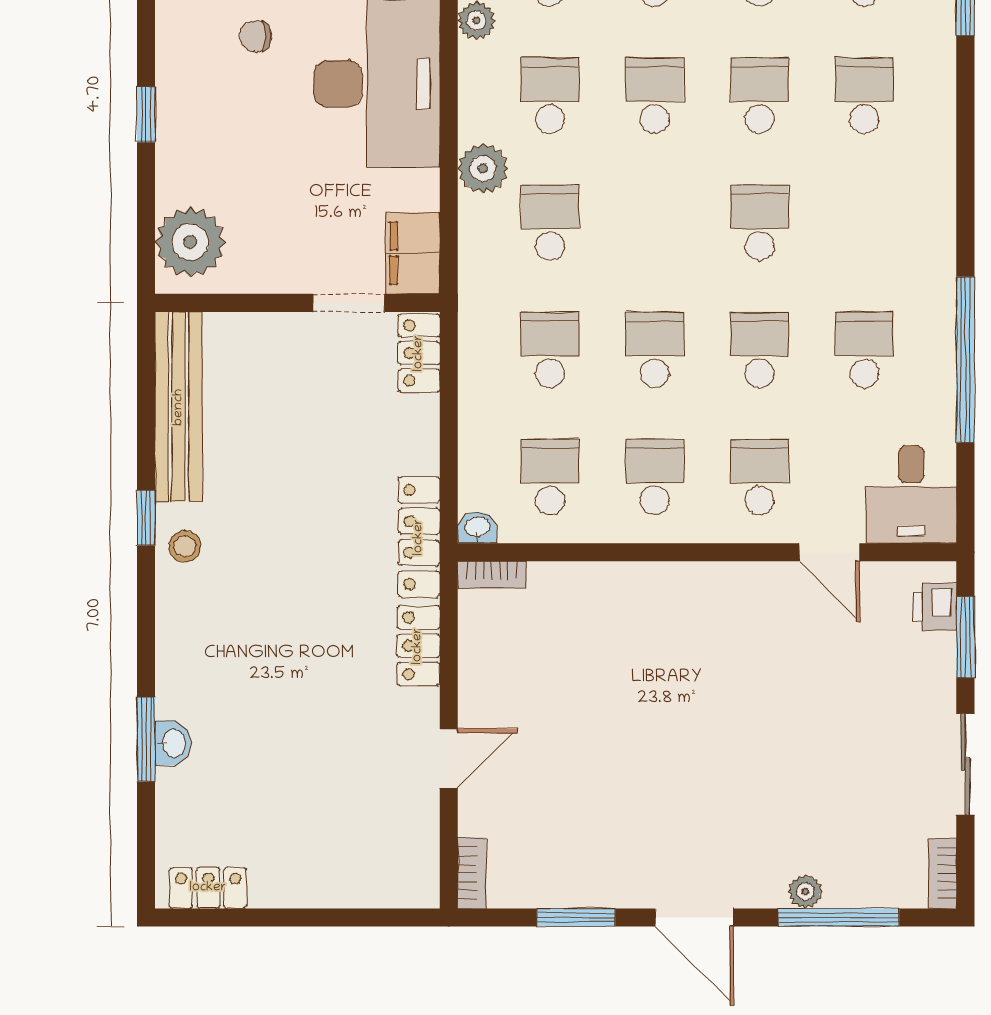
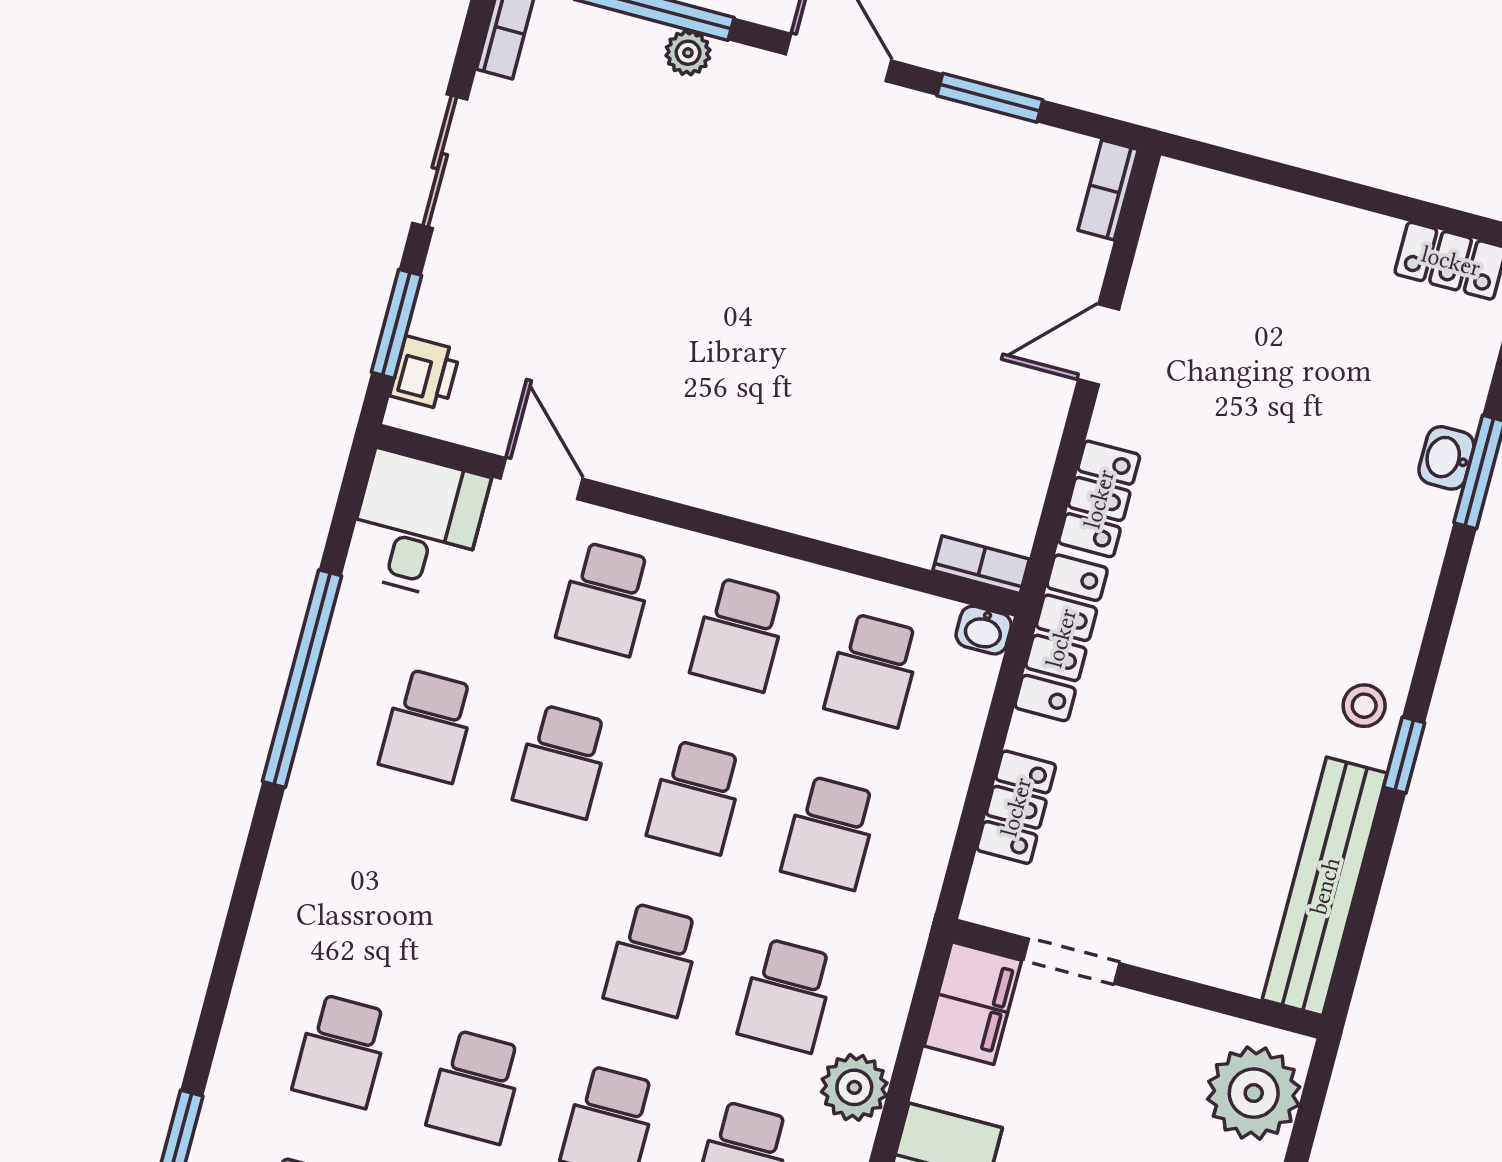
school desk: (760, 223) -> (653, 960), moved
locker: (419, 353) -> (1016, 807), moved

